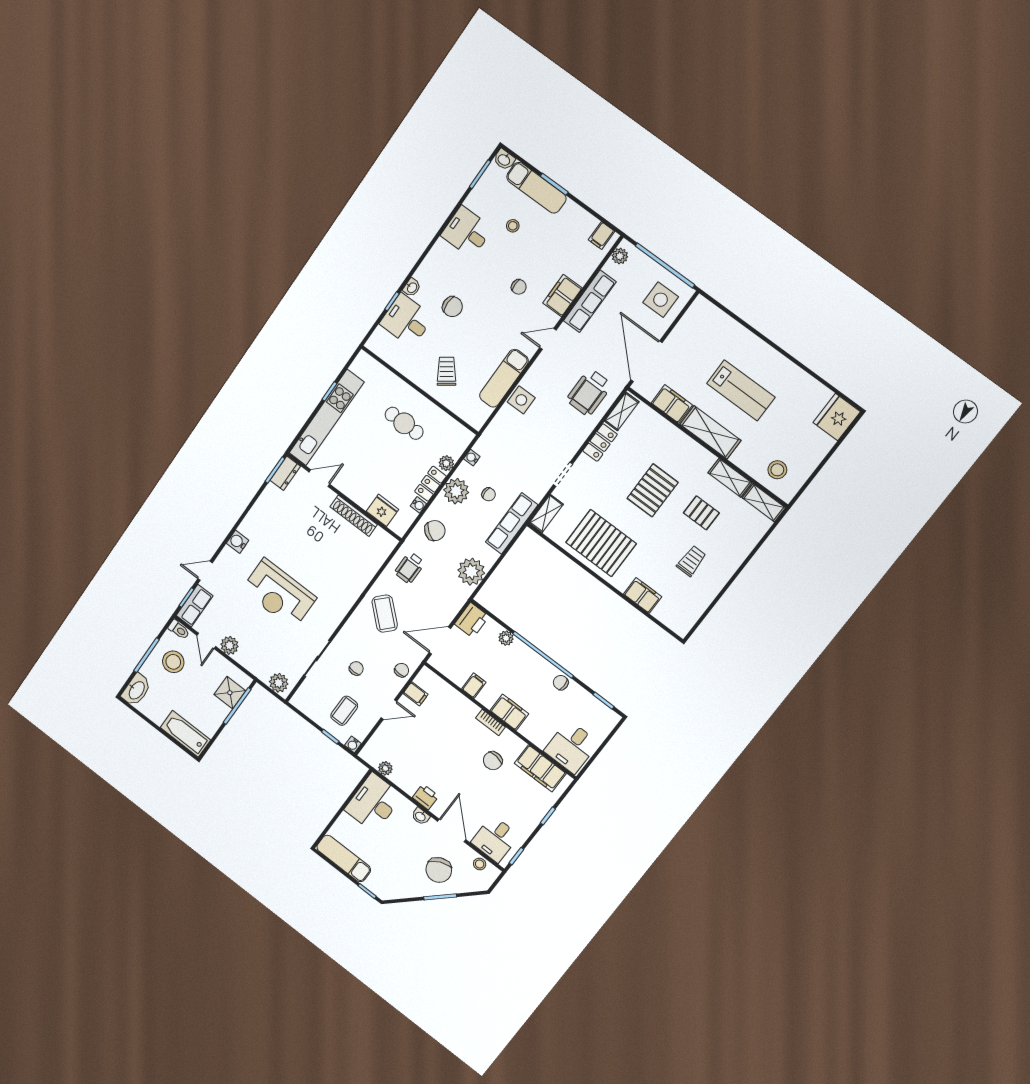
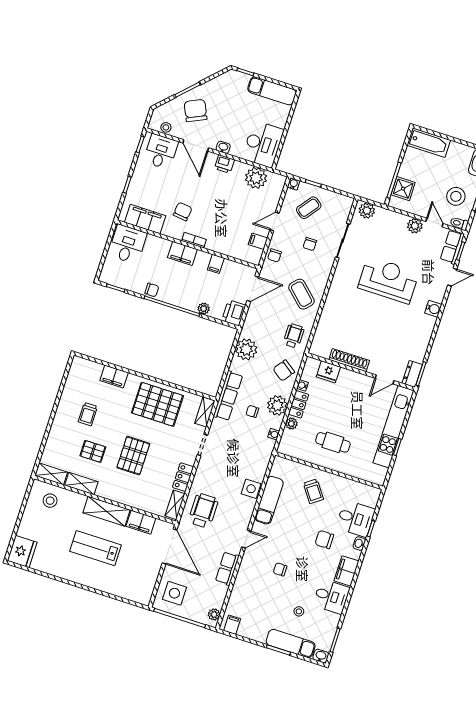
filing cabinet: (562, 296) -> (346, 571), moved, turned 180
row of seats: (590, 301) -> (227, 568), width x0.68
coffee table: (344, 711) -> (309, 208), turned 37
plant: (385, 768) -> (256, 178), width x1.88, depth x1.88

